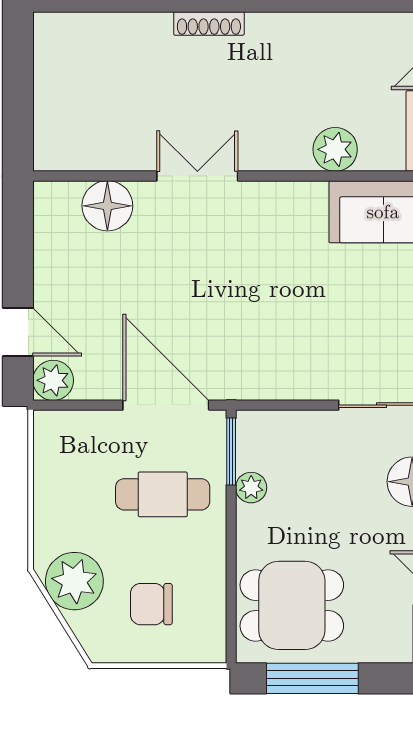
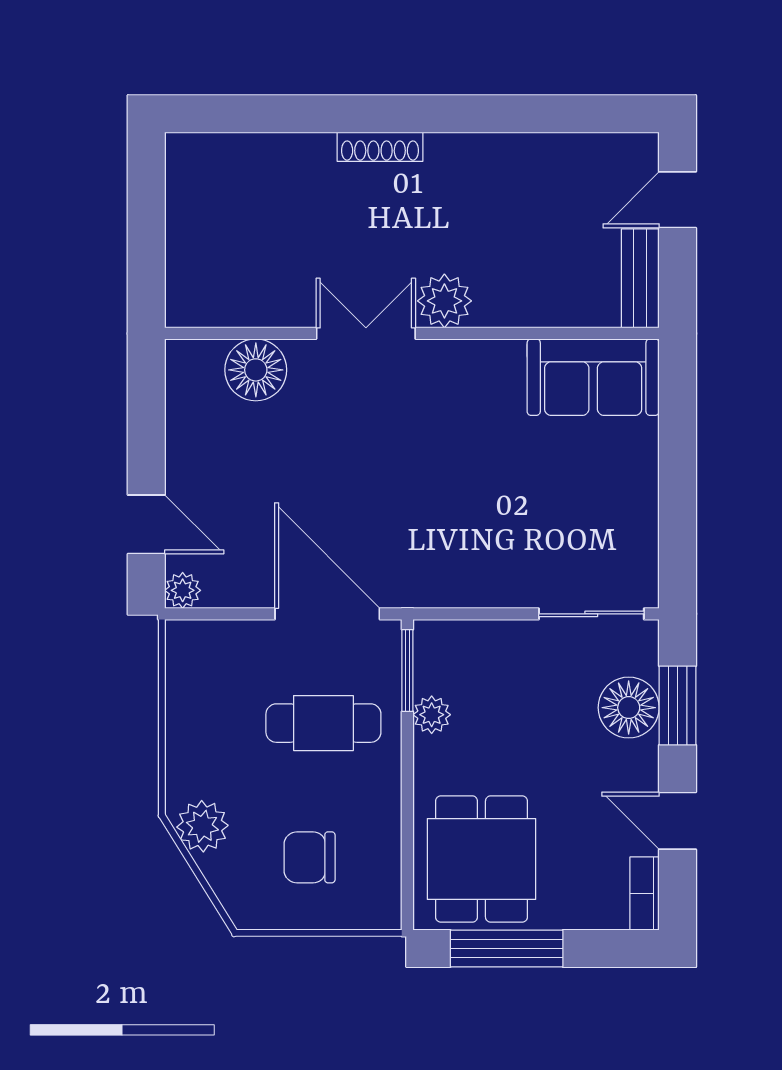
plant: (335, 149) -> (444, 301), moved
plant: (53, 380) -> (183, 590), width x0.73, depth x0.73
plant: (74, 581) -> (202, 826), width x0.73, depth x0.73
dining table: (292, 605) -> (481, 859), turned 90

